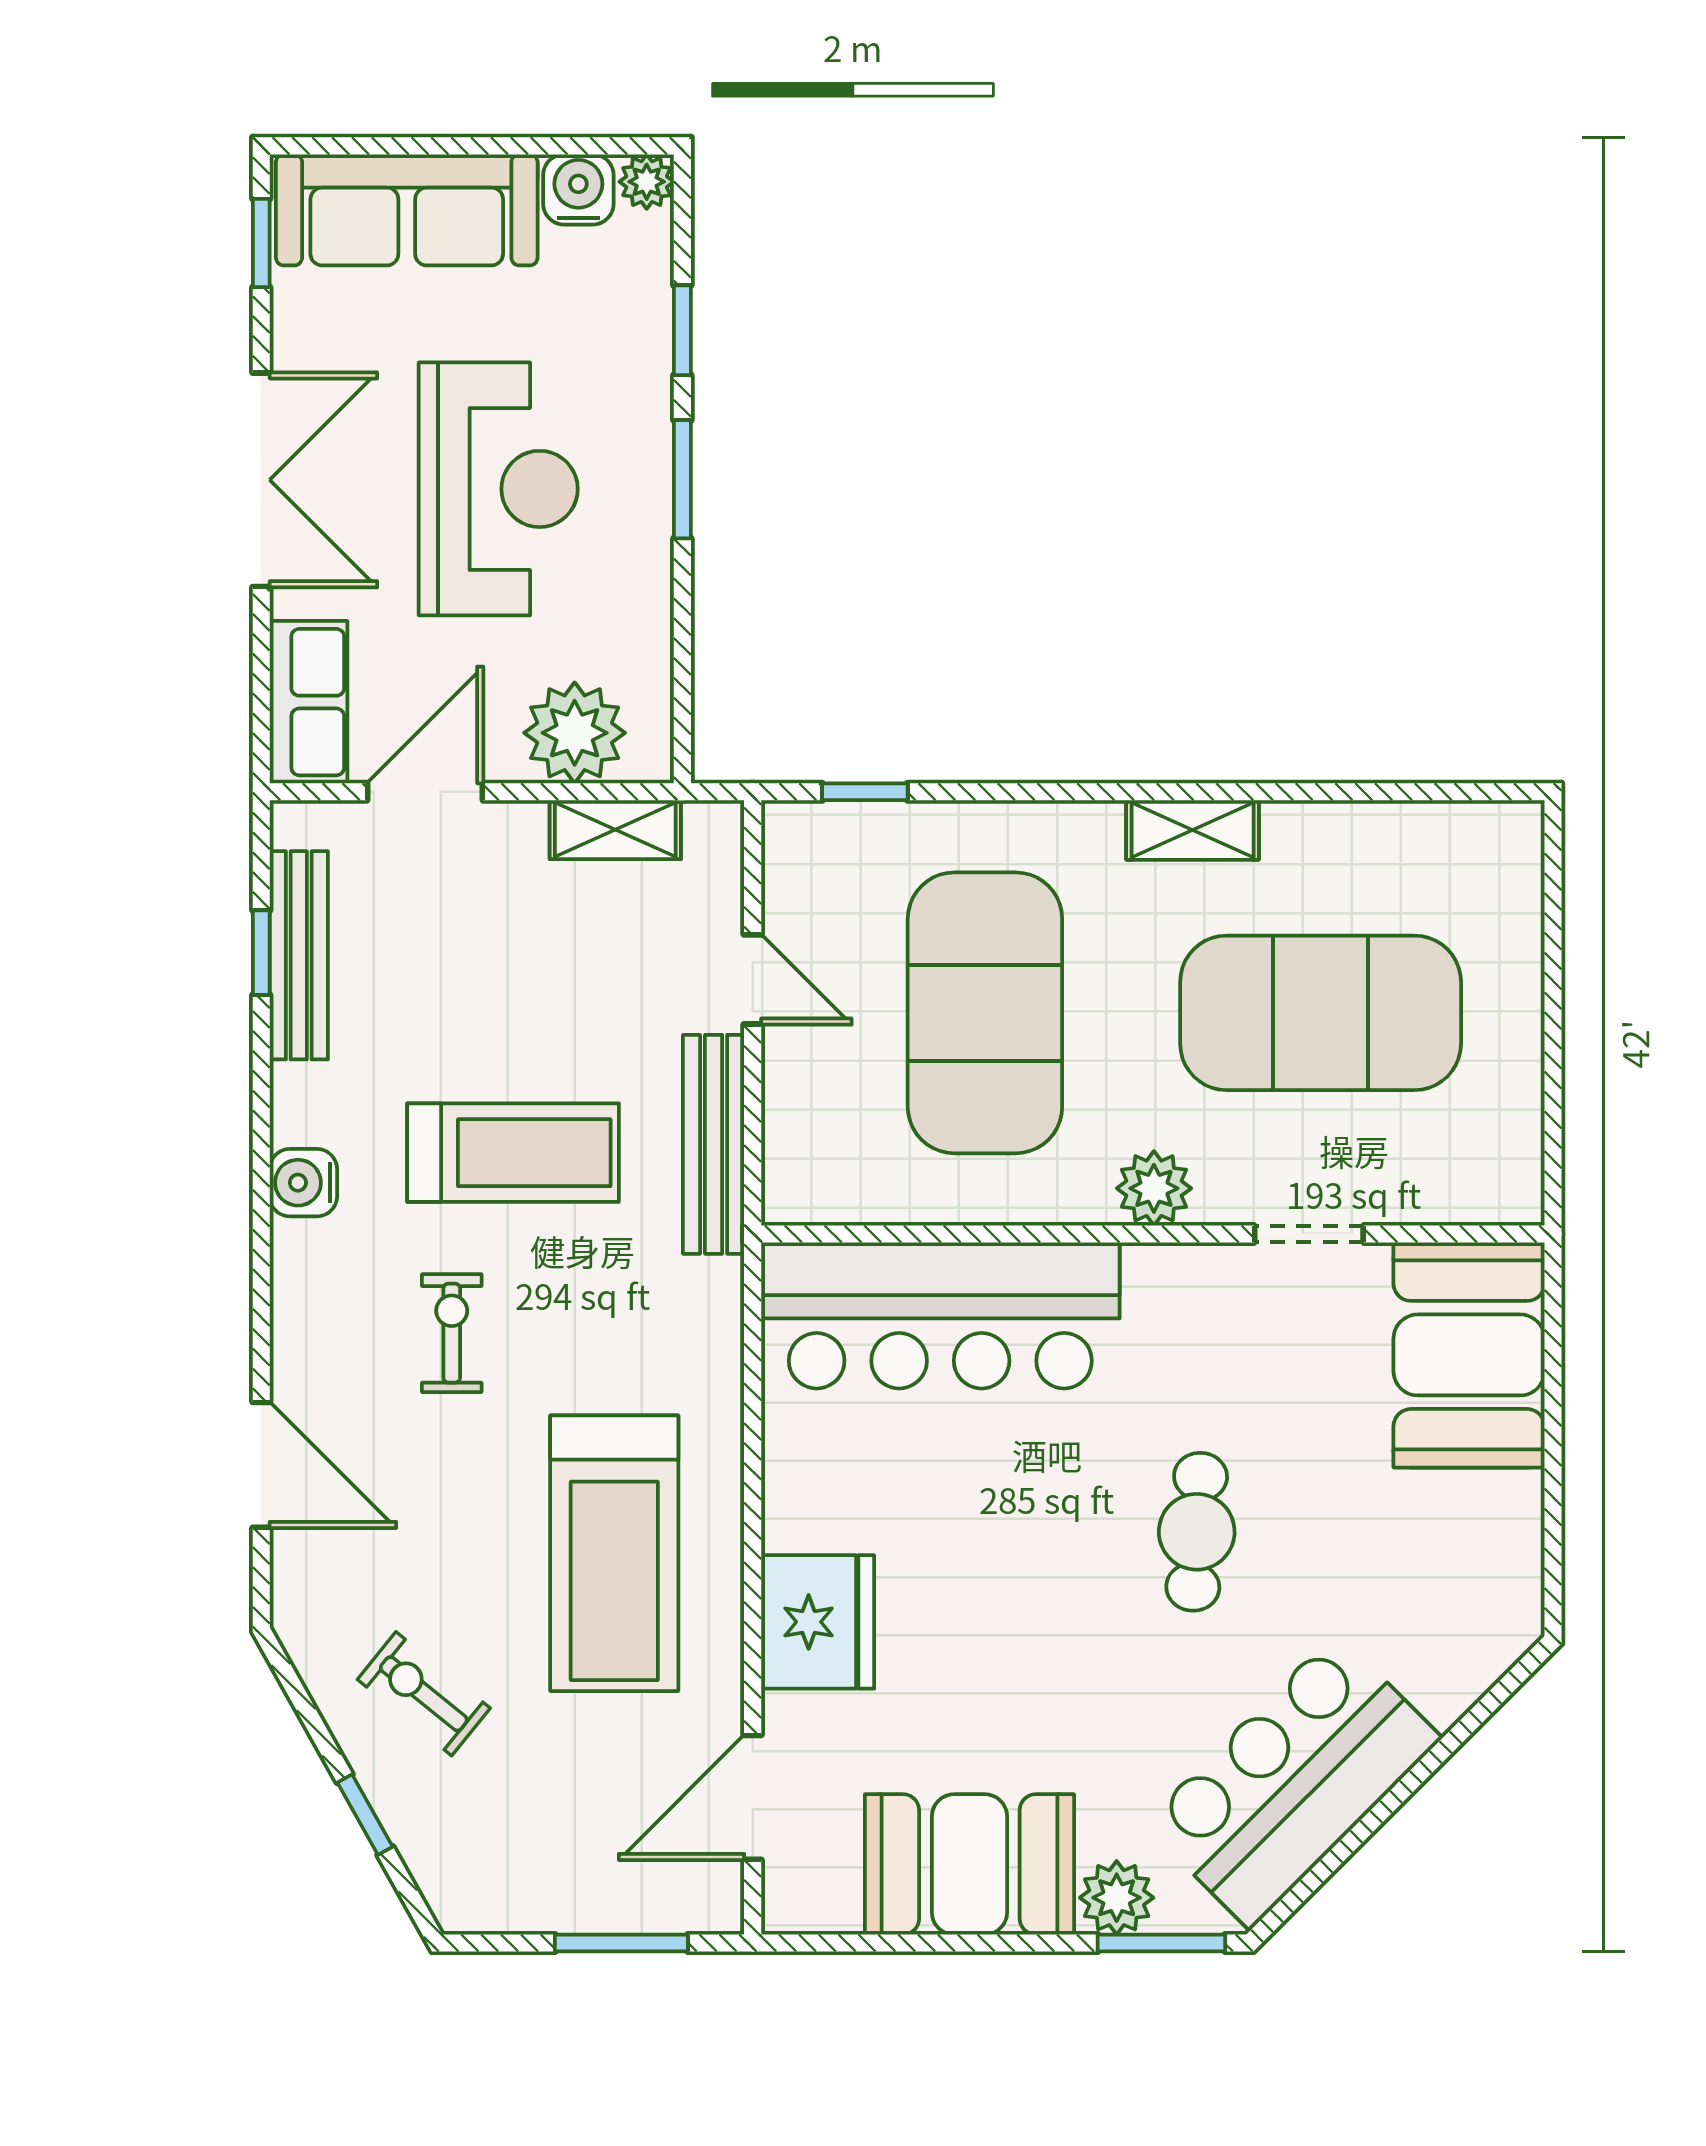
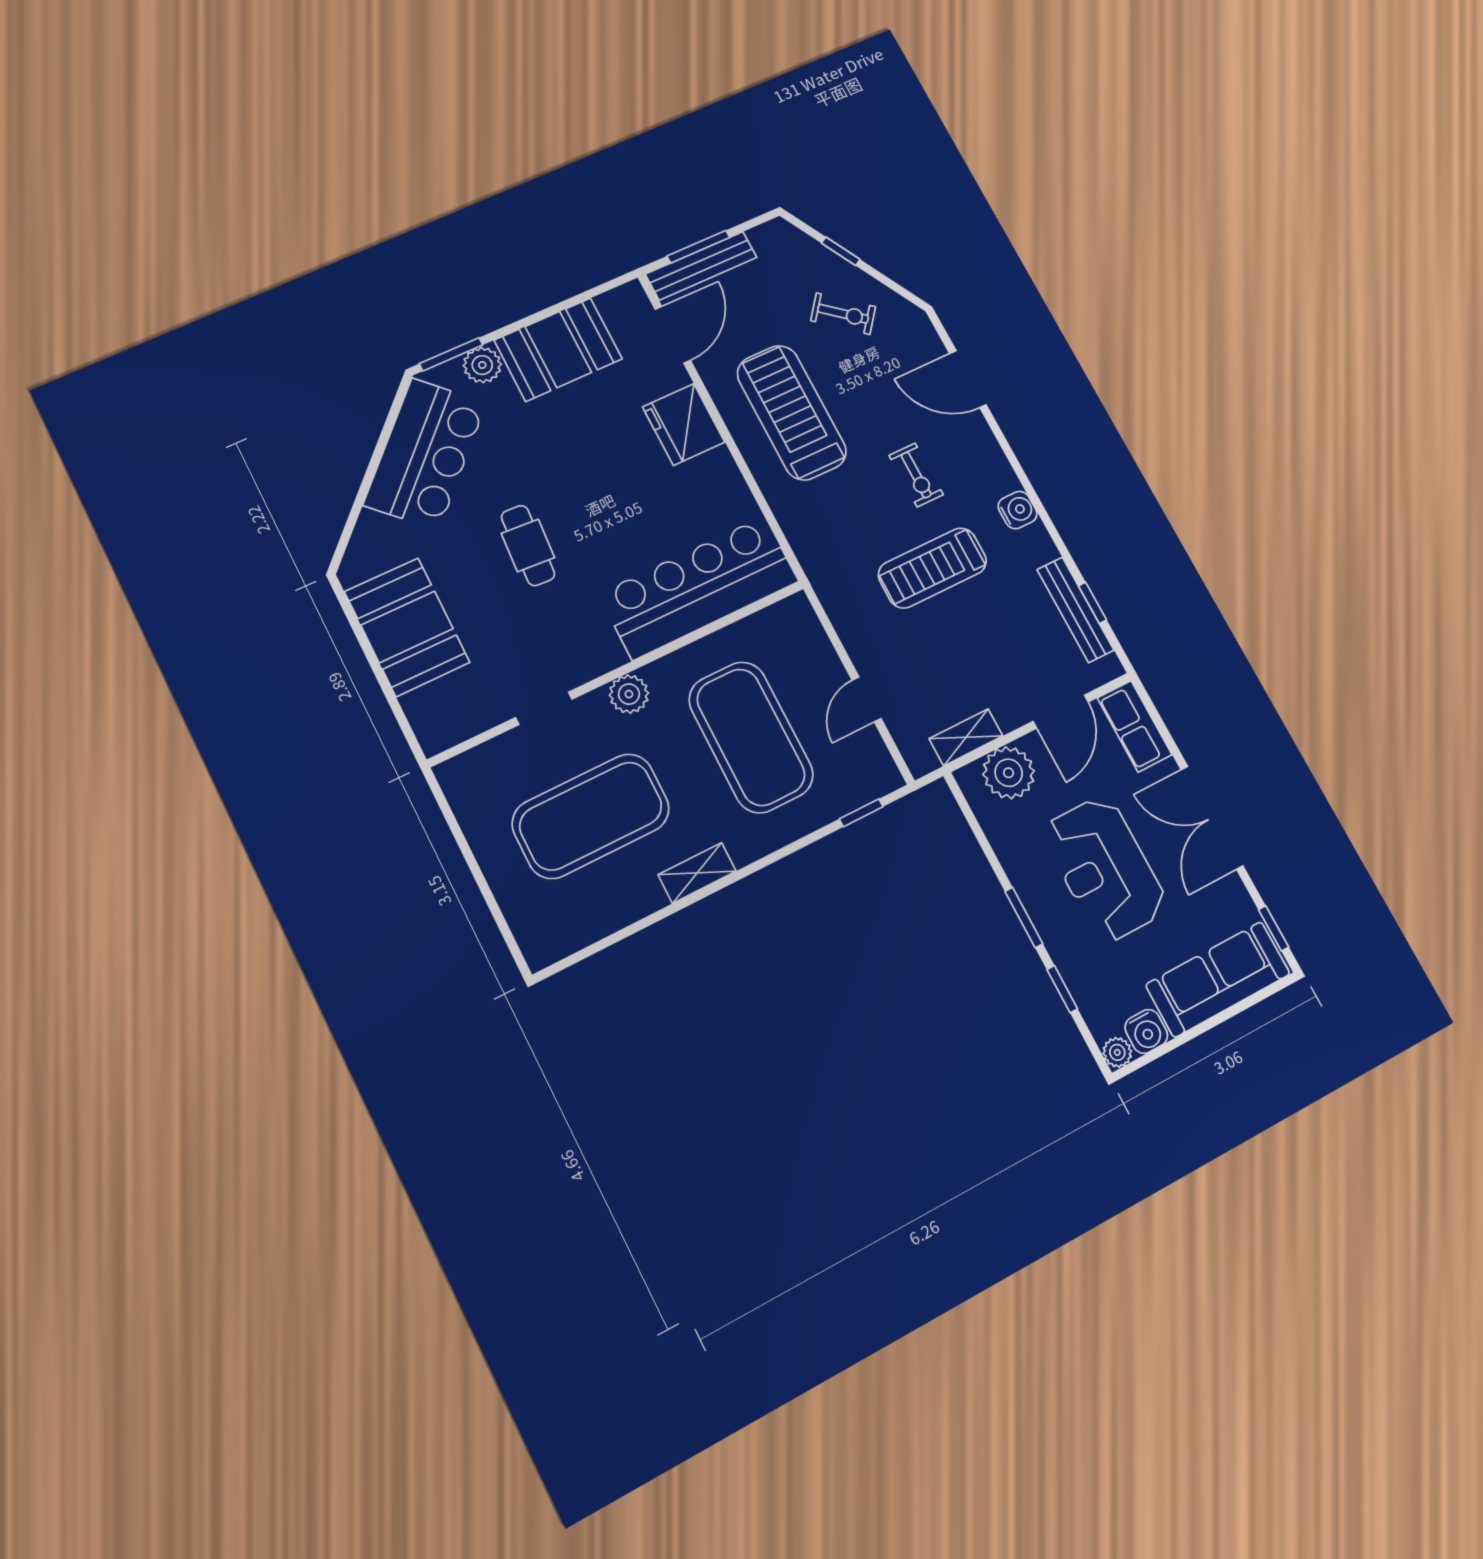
door: (753, 979) -> (867, 699), hinge flipped
bench: (714, 1144) -> (701, 266), moved, turned 90
booth: (1469, 1355) -> (407, 627), moved

